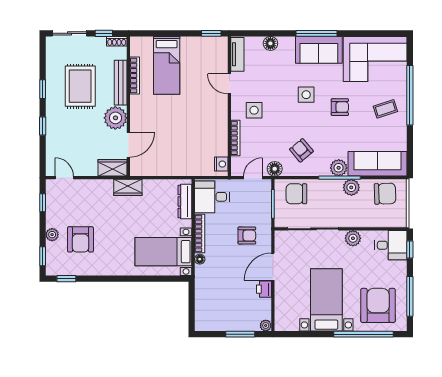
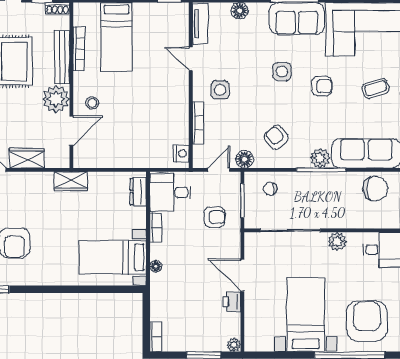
stool: (146, 121) -> (92, 103), added
wardrobe: (113, 168) -> (27, 158), moved
plant: (351, 187) -> (335, 181), removed
chair: (296, 194) -> (270, 189), width x0.54, depth x0.54
dresser: (185, 201) -> (138, 192), width x0.70
bookcase: (200, 233) -> (156, 228), width x0.64
armchair: (247, 236) -> (214, 217), moved
door: (273, 267) -> (242, 275), hinge flipped
bookcase: (200, 319) -> (156, 337), added

